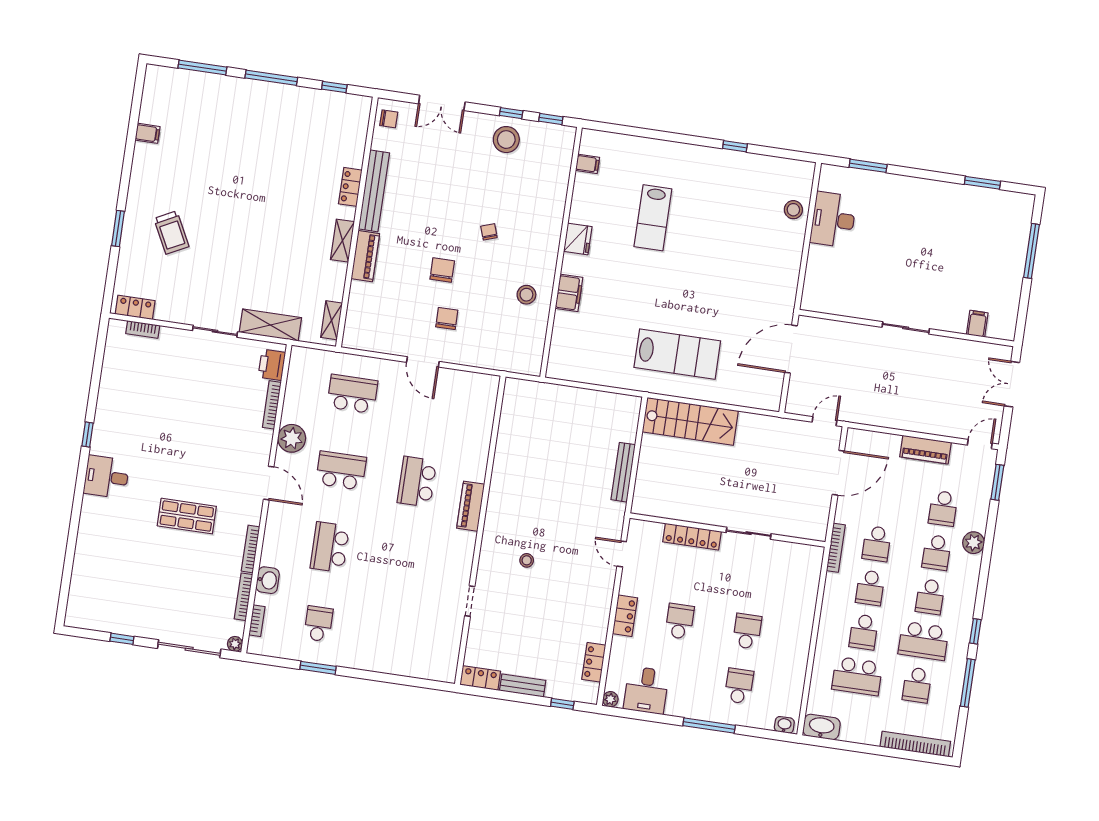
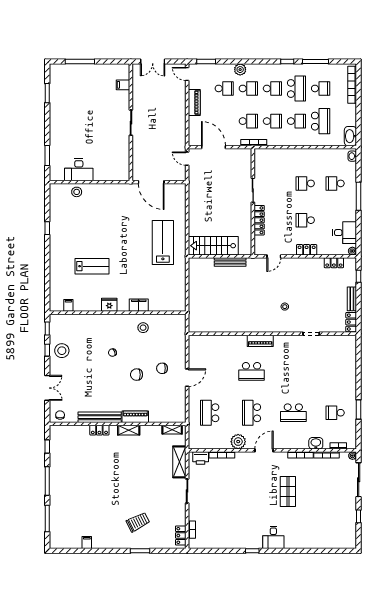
stairs: (690, 421) -> (213, 246), moved, turned -90

